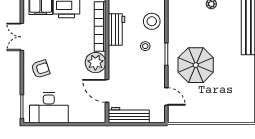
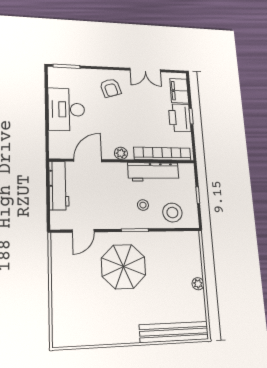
workbench: (116, 29) -> (153, 172), width x1.38
double door: (22, 37) -> (145, 70), swing flipped
plant: (95, 63) -> (121, 153), width x0.53, depth x0.53
desk: (49, 108) -> (66, 109), moved

